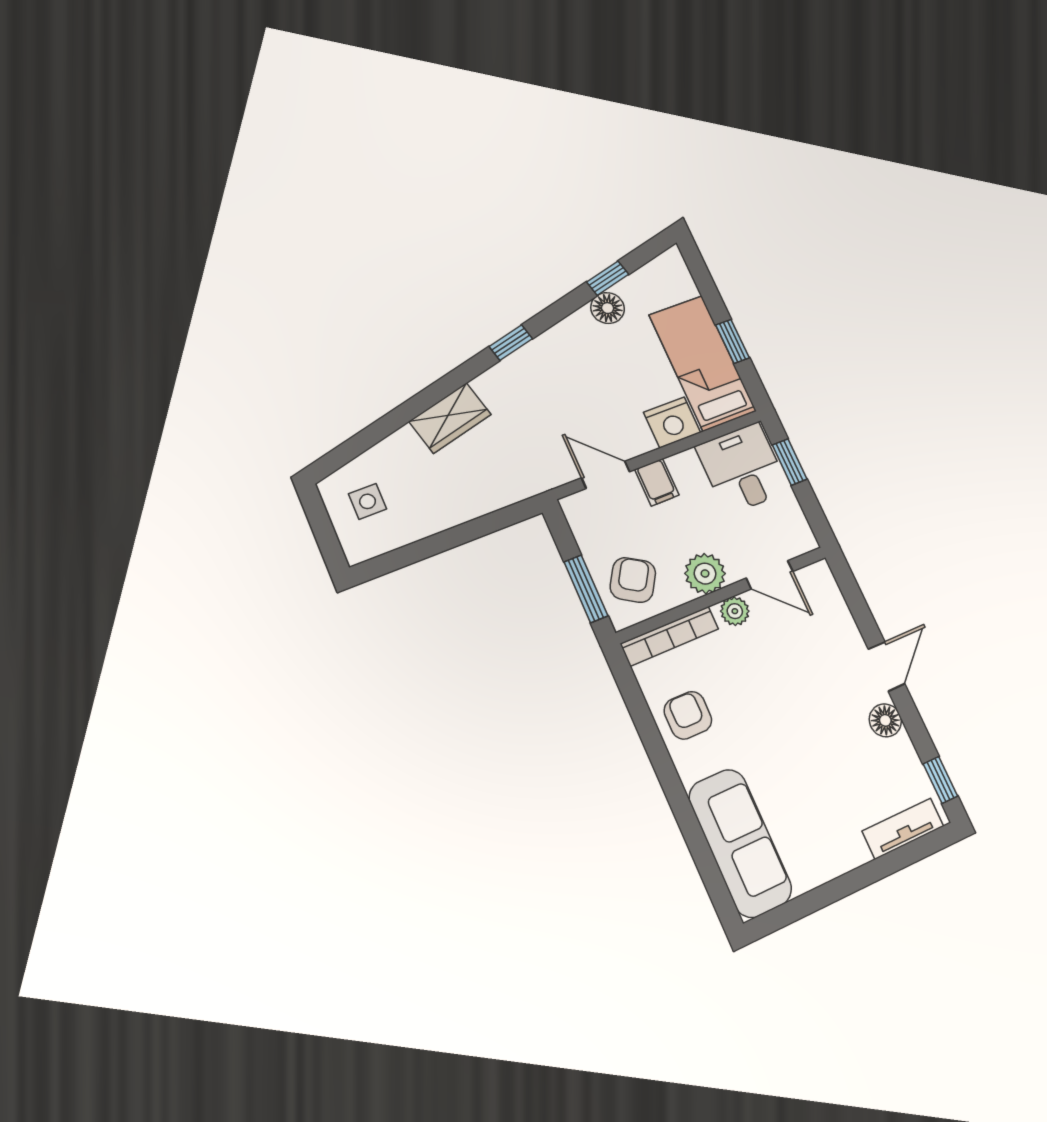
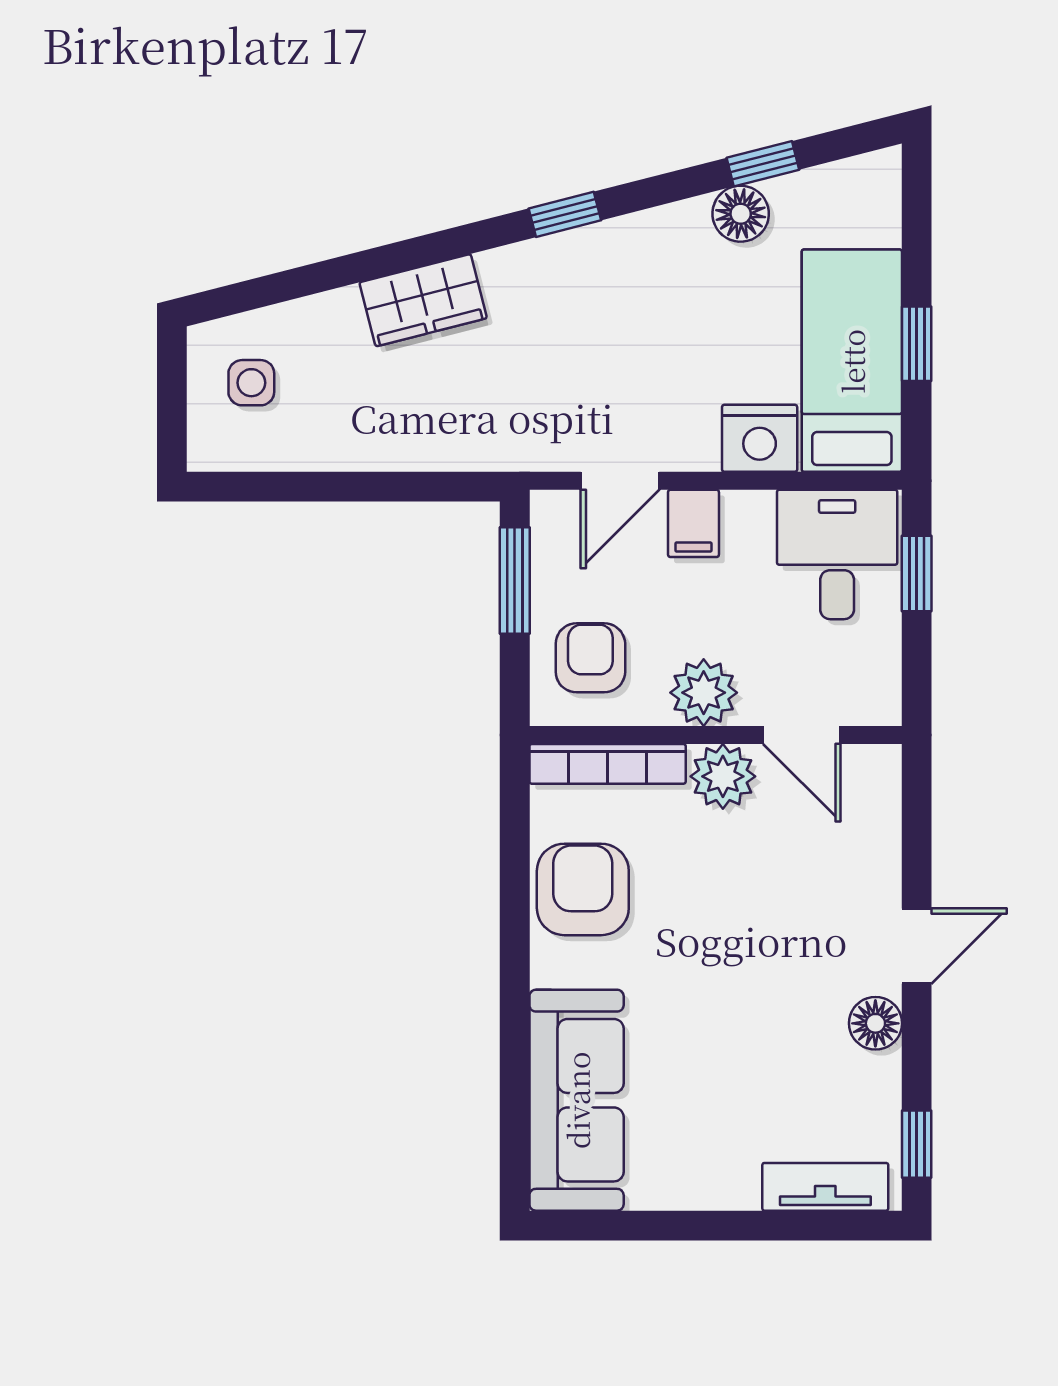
door: (606, 475) -> (620, 481), swing flipped
armchair: (633, 580) -> (590, 658), turned -32
window: (586, 589) -> (515, 581), moved
plant: (735, 611) -> (723, 776), width x1.38, depth x1.38
armchair: (688, 715) -> (583, 889), width x1.38, depth x1.38

